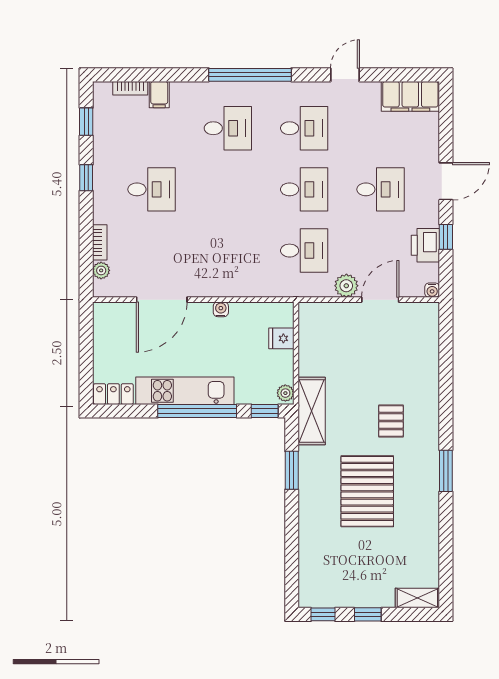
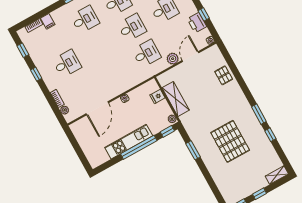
locker: (113, 394) -> (99, 160), removed
shelving: (312, 411) -> (176, 99), moved
pallet: (391, 421) -> (224, 75), moved
window: (446, 519) -> (270, 135), added

